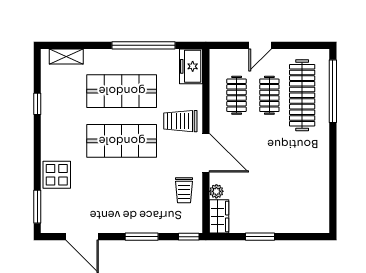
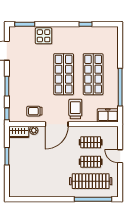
shelving: (66, 56) -> (114, 41), removed

